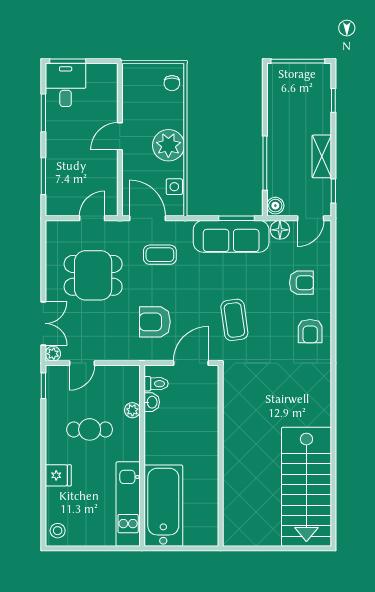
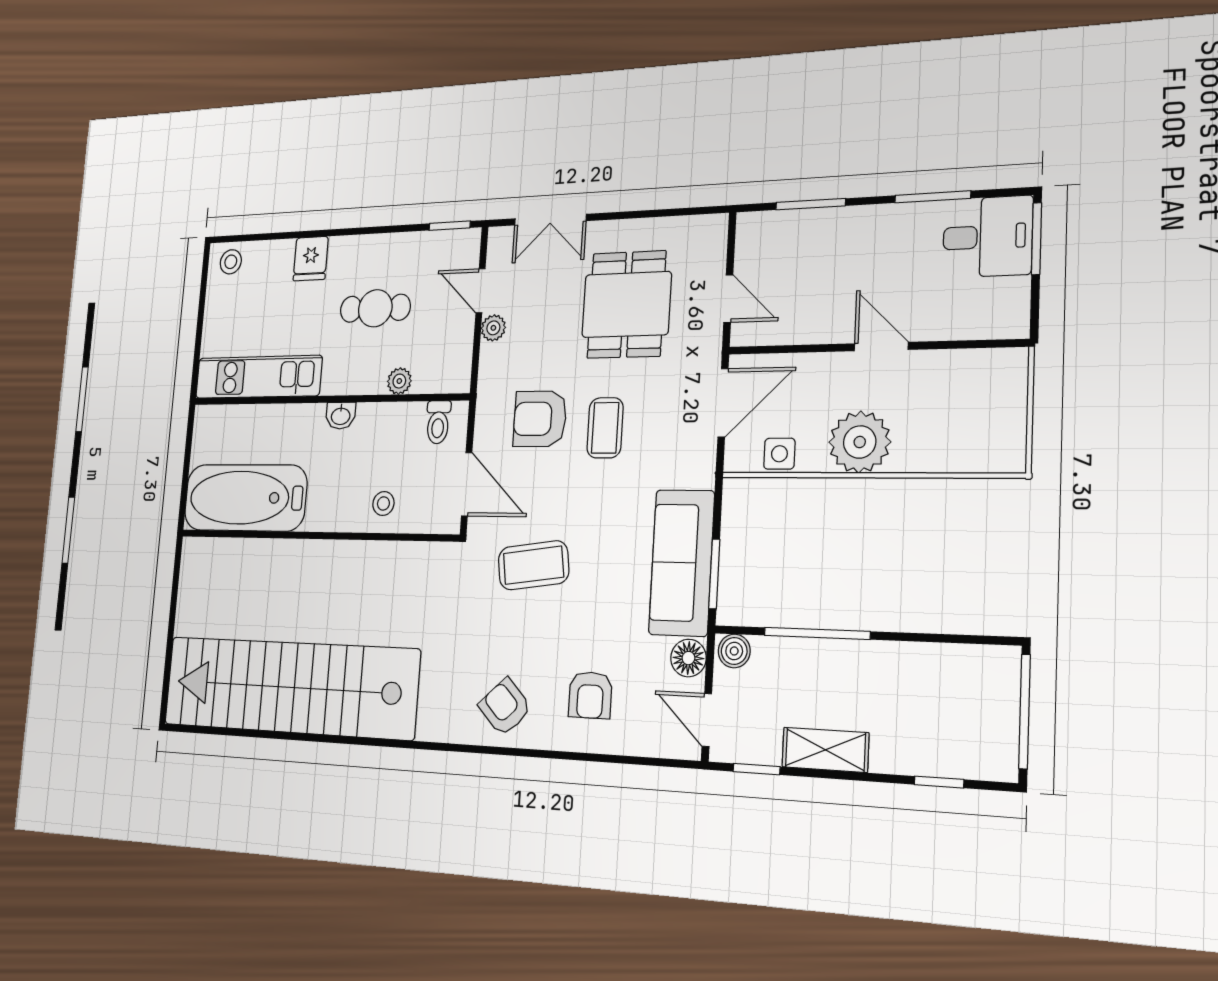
chair: (172, 83) -> (985, 448), removed
coffee table: (160, 255) -> (605, 428), moved
armchair: (155, 322) -> (540, 419), turned -90
armchair: (310, 331) -> (505, 707), turned 46
plant: (53, 354) -> (493, 328), moved
washbasin: (152, 402) -> (341, 416), moved
stool: (202, 414) -> (383, 503), added
cafe table: (90, 429) -> (375, 308), turned 90
stairs: (306, 487) -> (289, 687), width x1.36
bathtub: (163, 506) -> (245, 498), moved, turned 180

